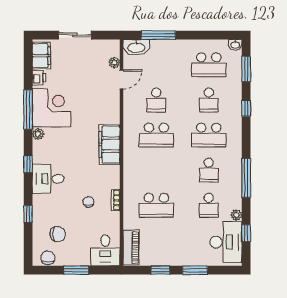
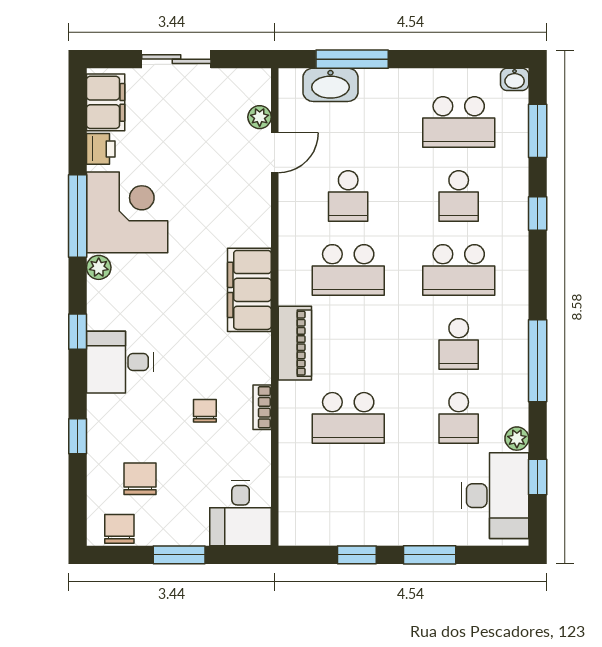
washbasin: (136, 47) -> (330, 85), moved
chair: (58, 234) -> (140, 479), turned -90
piano: (131, 248) -> (295, 343), moved

